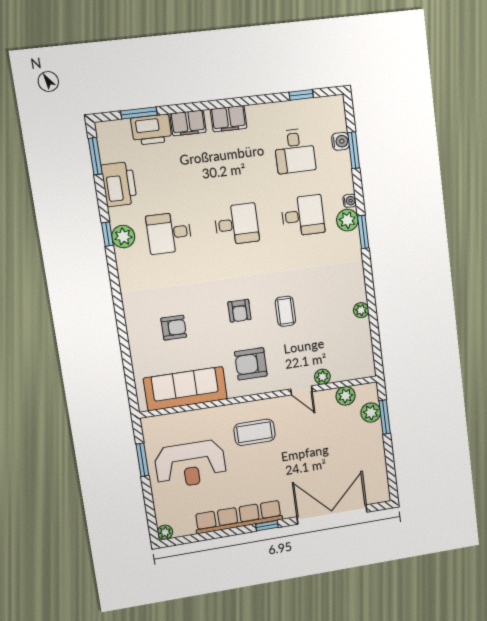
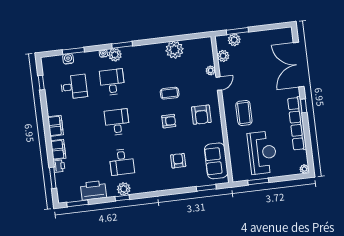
printer: (151, 130) -> (59, 166), width x0.53, depth x0.68
plant: (361, 310) -> (174, 50), width x1.88, depth x1.88
window: (129, 375) -> (206, 188), added
sofa: (185, 389) -> (216, 161), width x0.73

